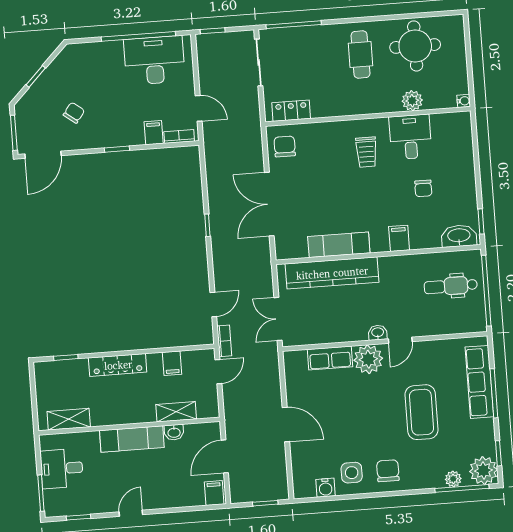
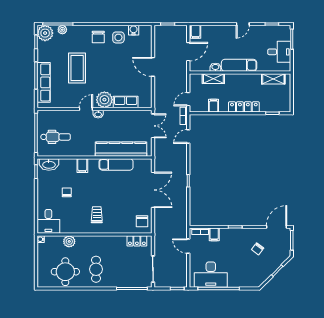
desk: (410, 137) -> (48, 221), moved

